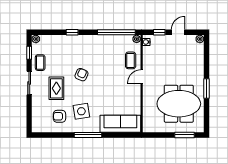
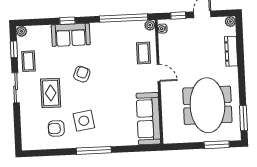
sofa: (74, 43) -> (71, 35), added
dresser: (199, 62) -> (231, 51), added
door: (142, 77) -> (159, 73), swing flipped
window: (207, 88) -> (243, 118), moved
meeting table: (179, 104) -> (207, 105), turned 90
sofa: (120, 124) -> (148, 119), moved, turned -90

